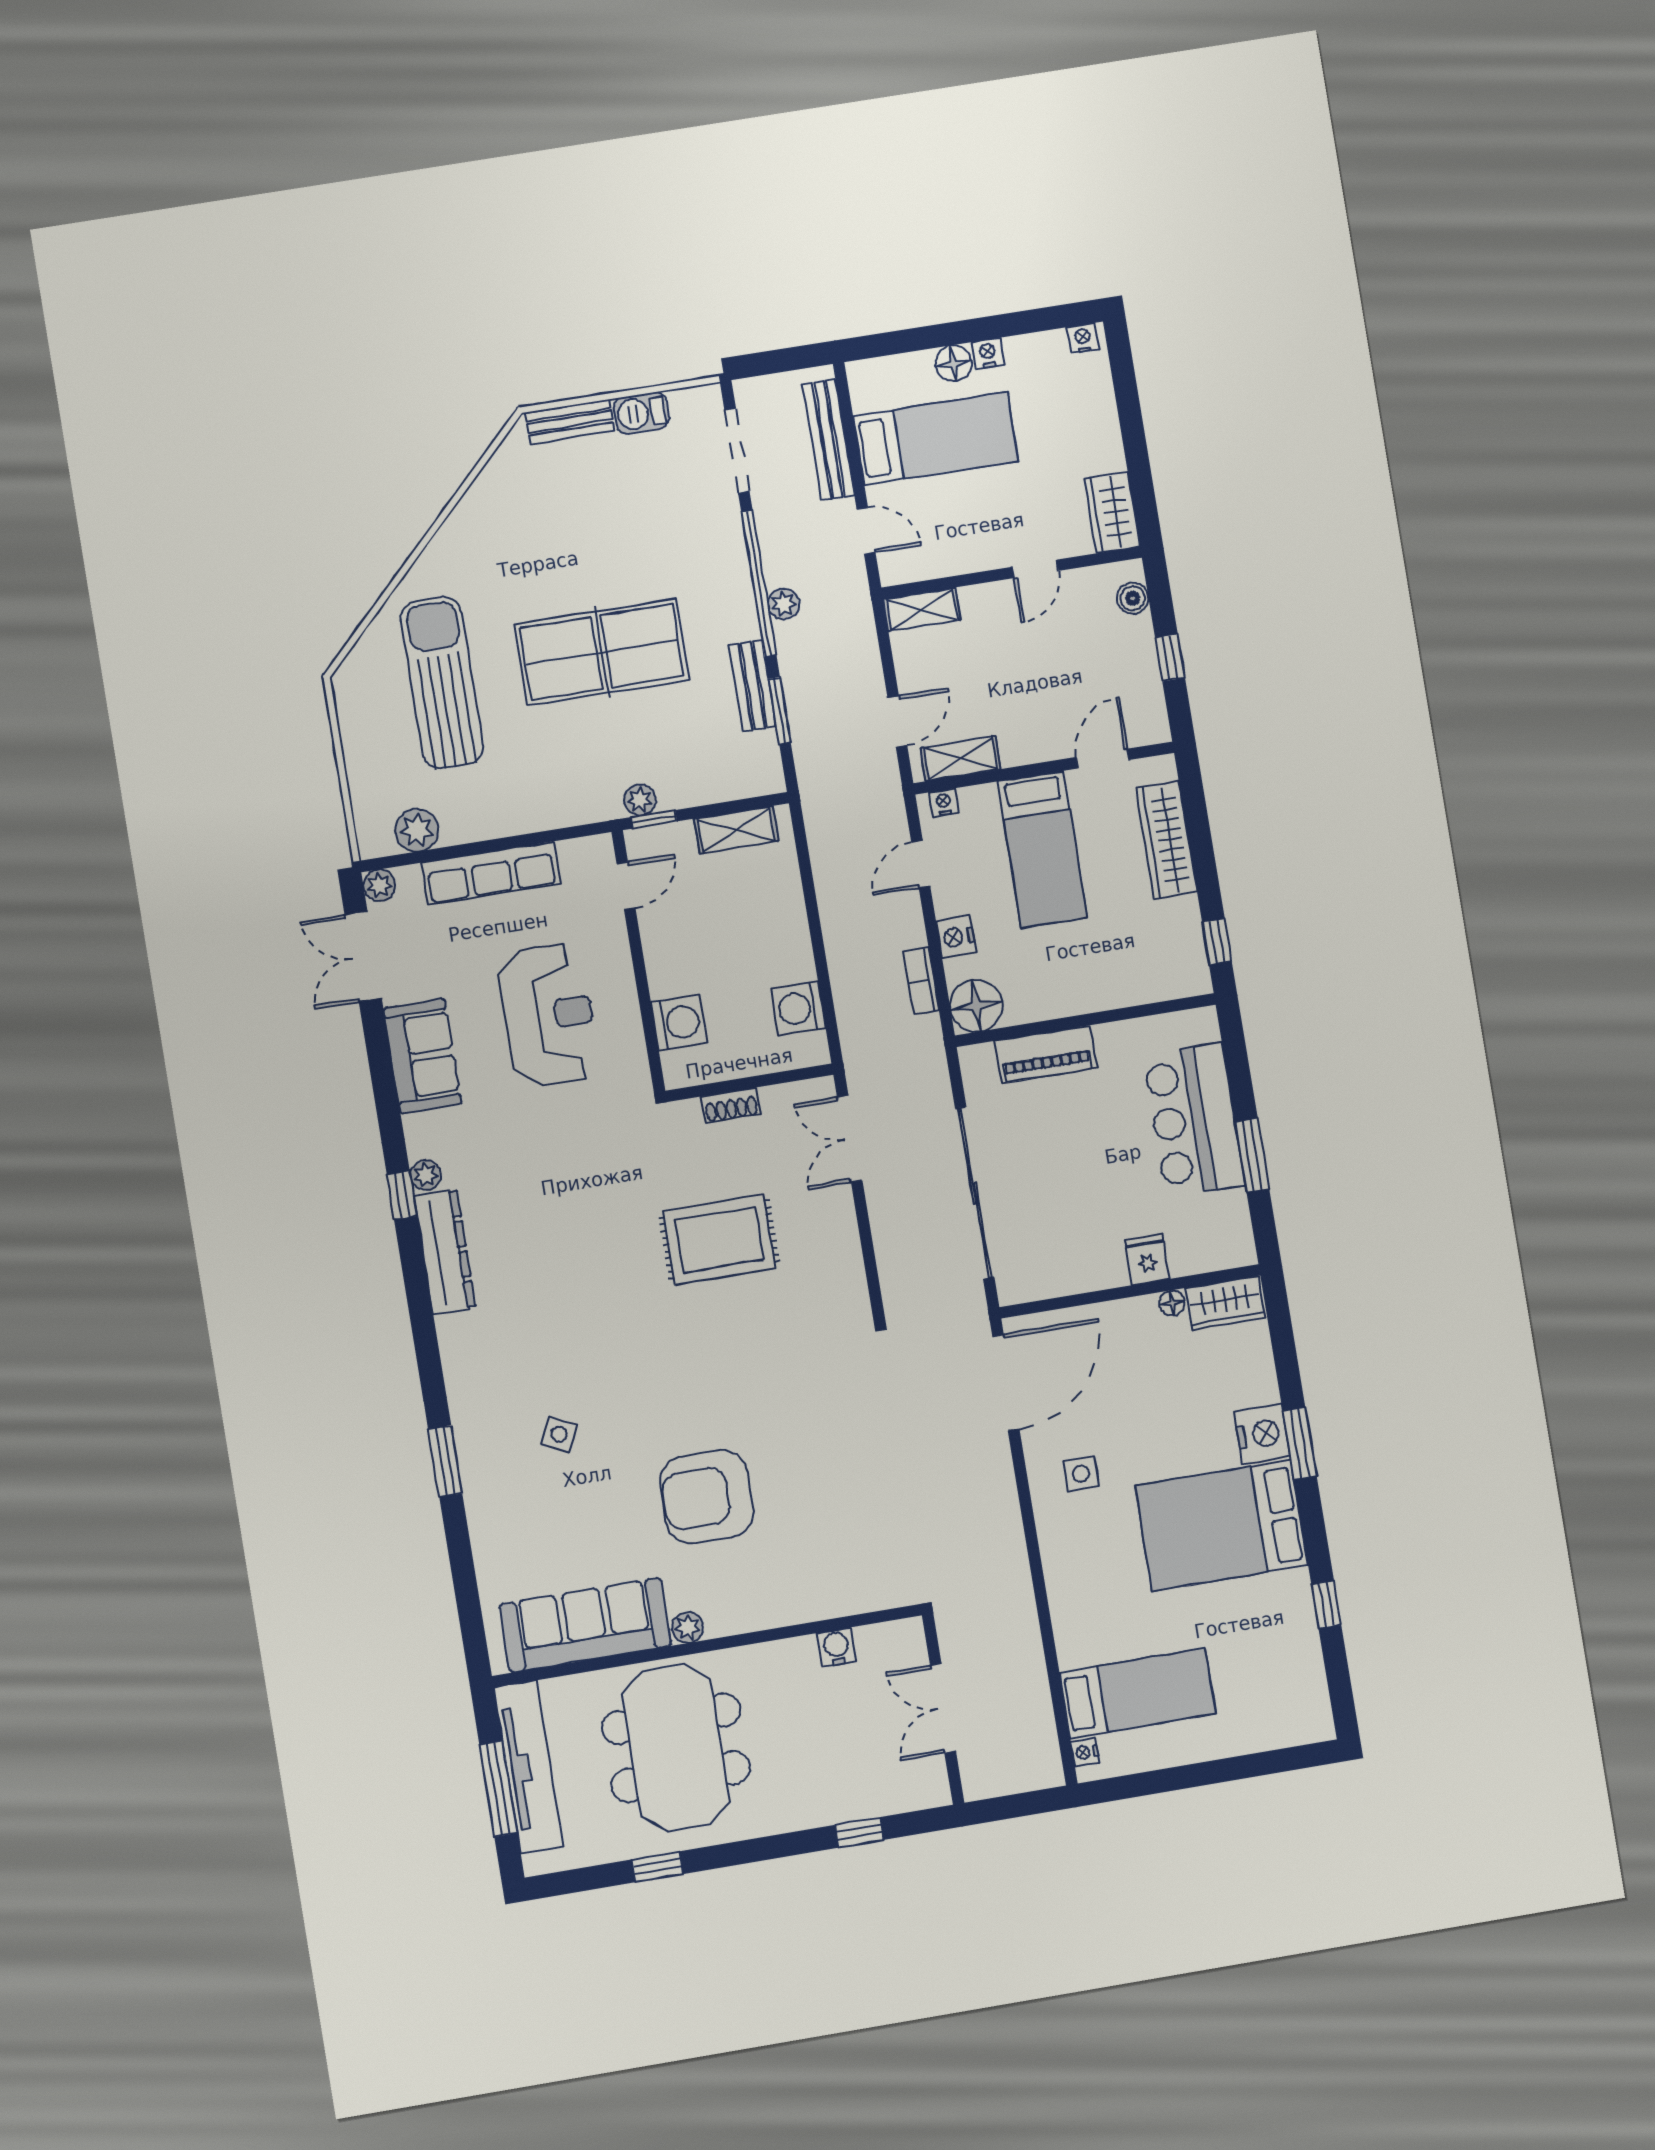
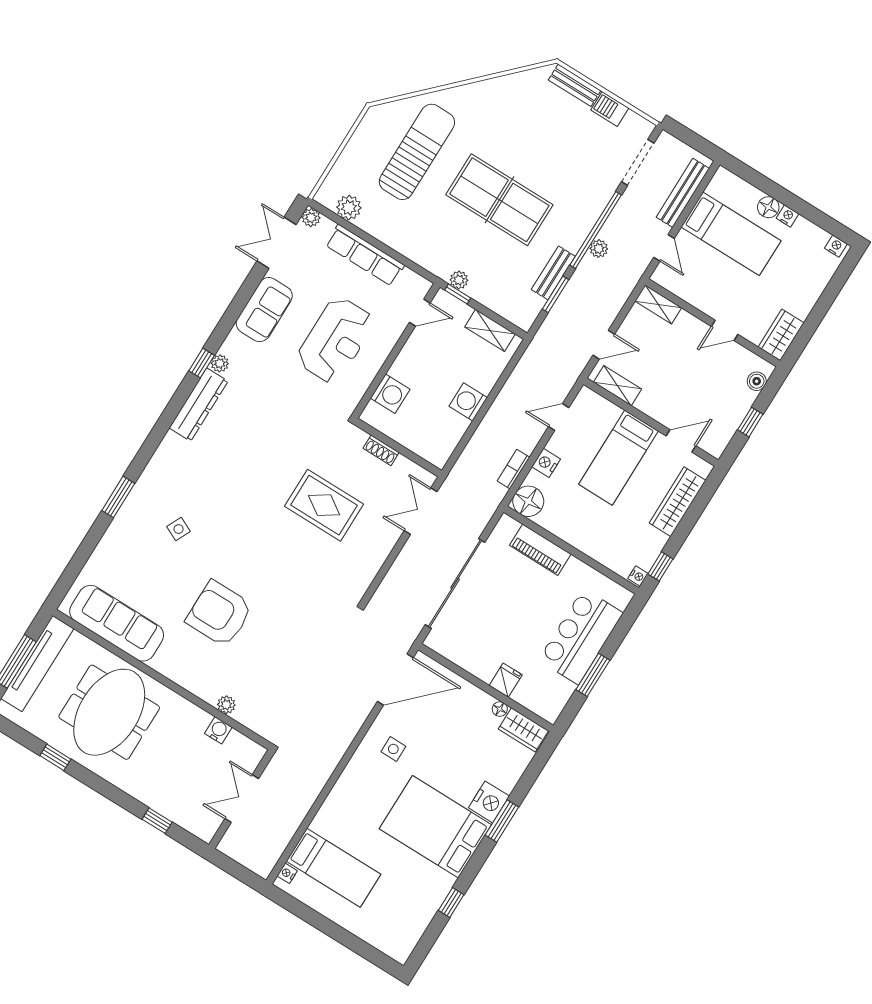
nightstand: (944, 802) -> (638, 576), moved, turned 90
washing machine: (798, 1008) -> (468, 402), moved
plant: (688, 1627) -> (226, 705), moved

